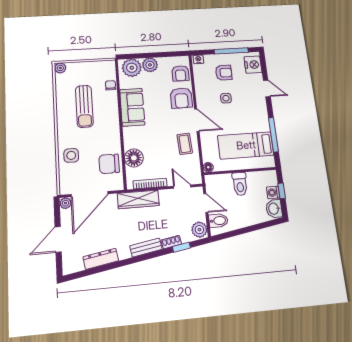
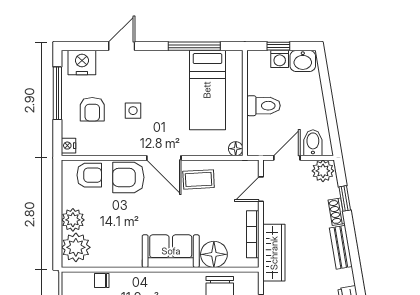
armchair: (224, 73) -> (92, 109), turned 180
armchair: (181, 98) -> (128, 177), turned 180
sofa: (132, 107) -> (171, 251), moved
door: (197, 120) -> (164, 158), swing flipped

